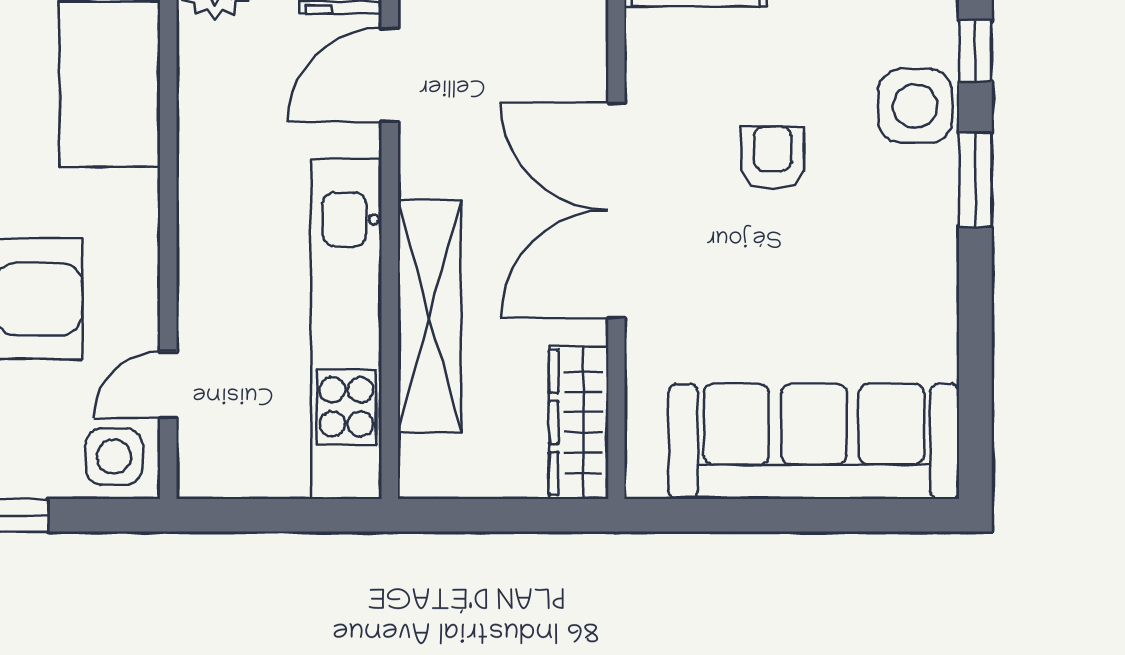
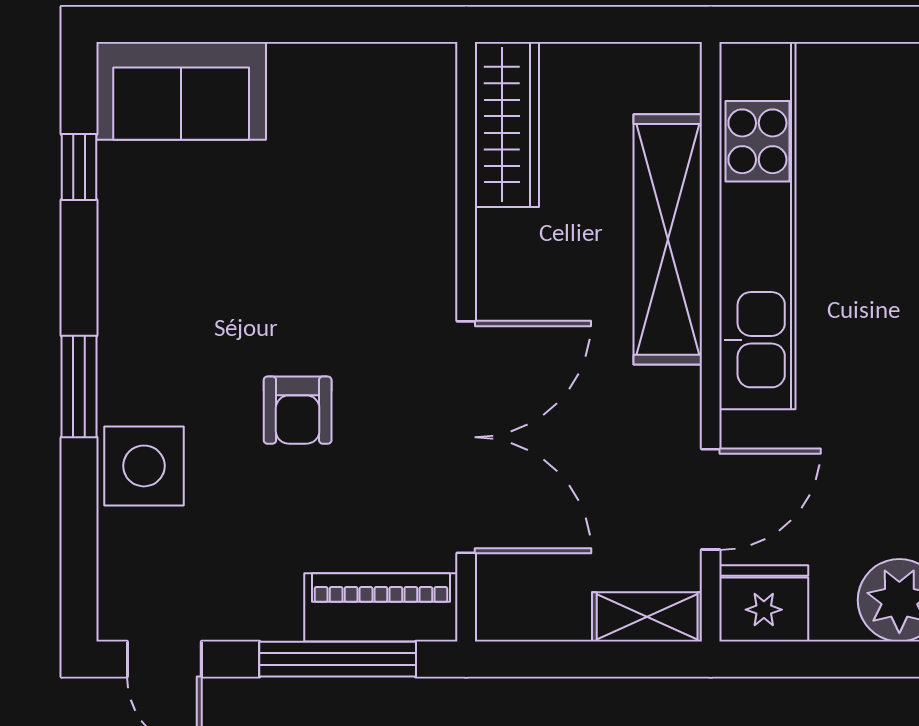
window: (975, 51) -> (79, 167), moved
double door: (616, 210) -> (466, 437), moved
sofa: (814, 441) -> (181, 91), width x0.54, depth x0.79

